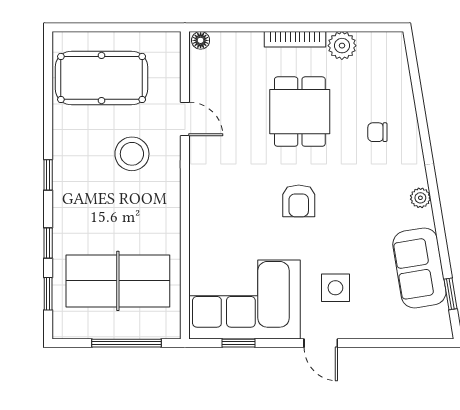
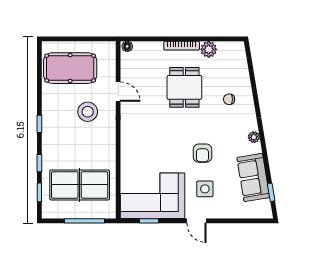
armchair: (299, 201) -> (202, 153), moved

